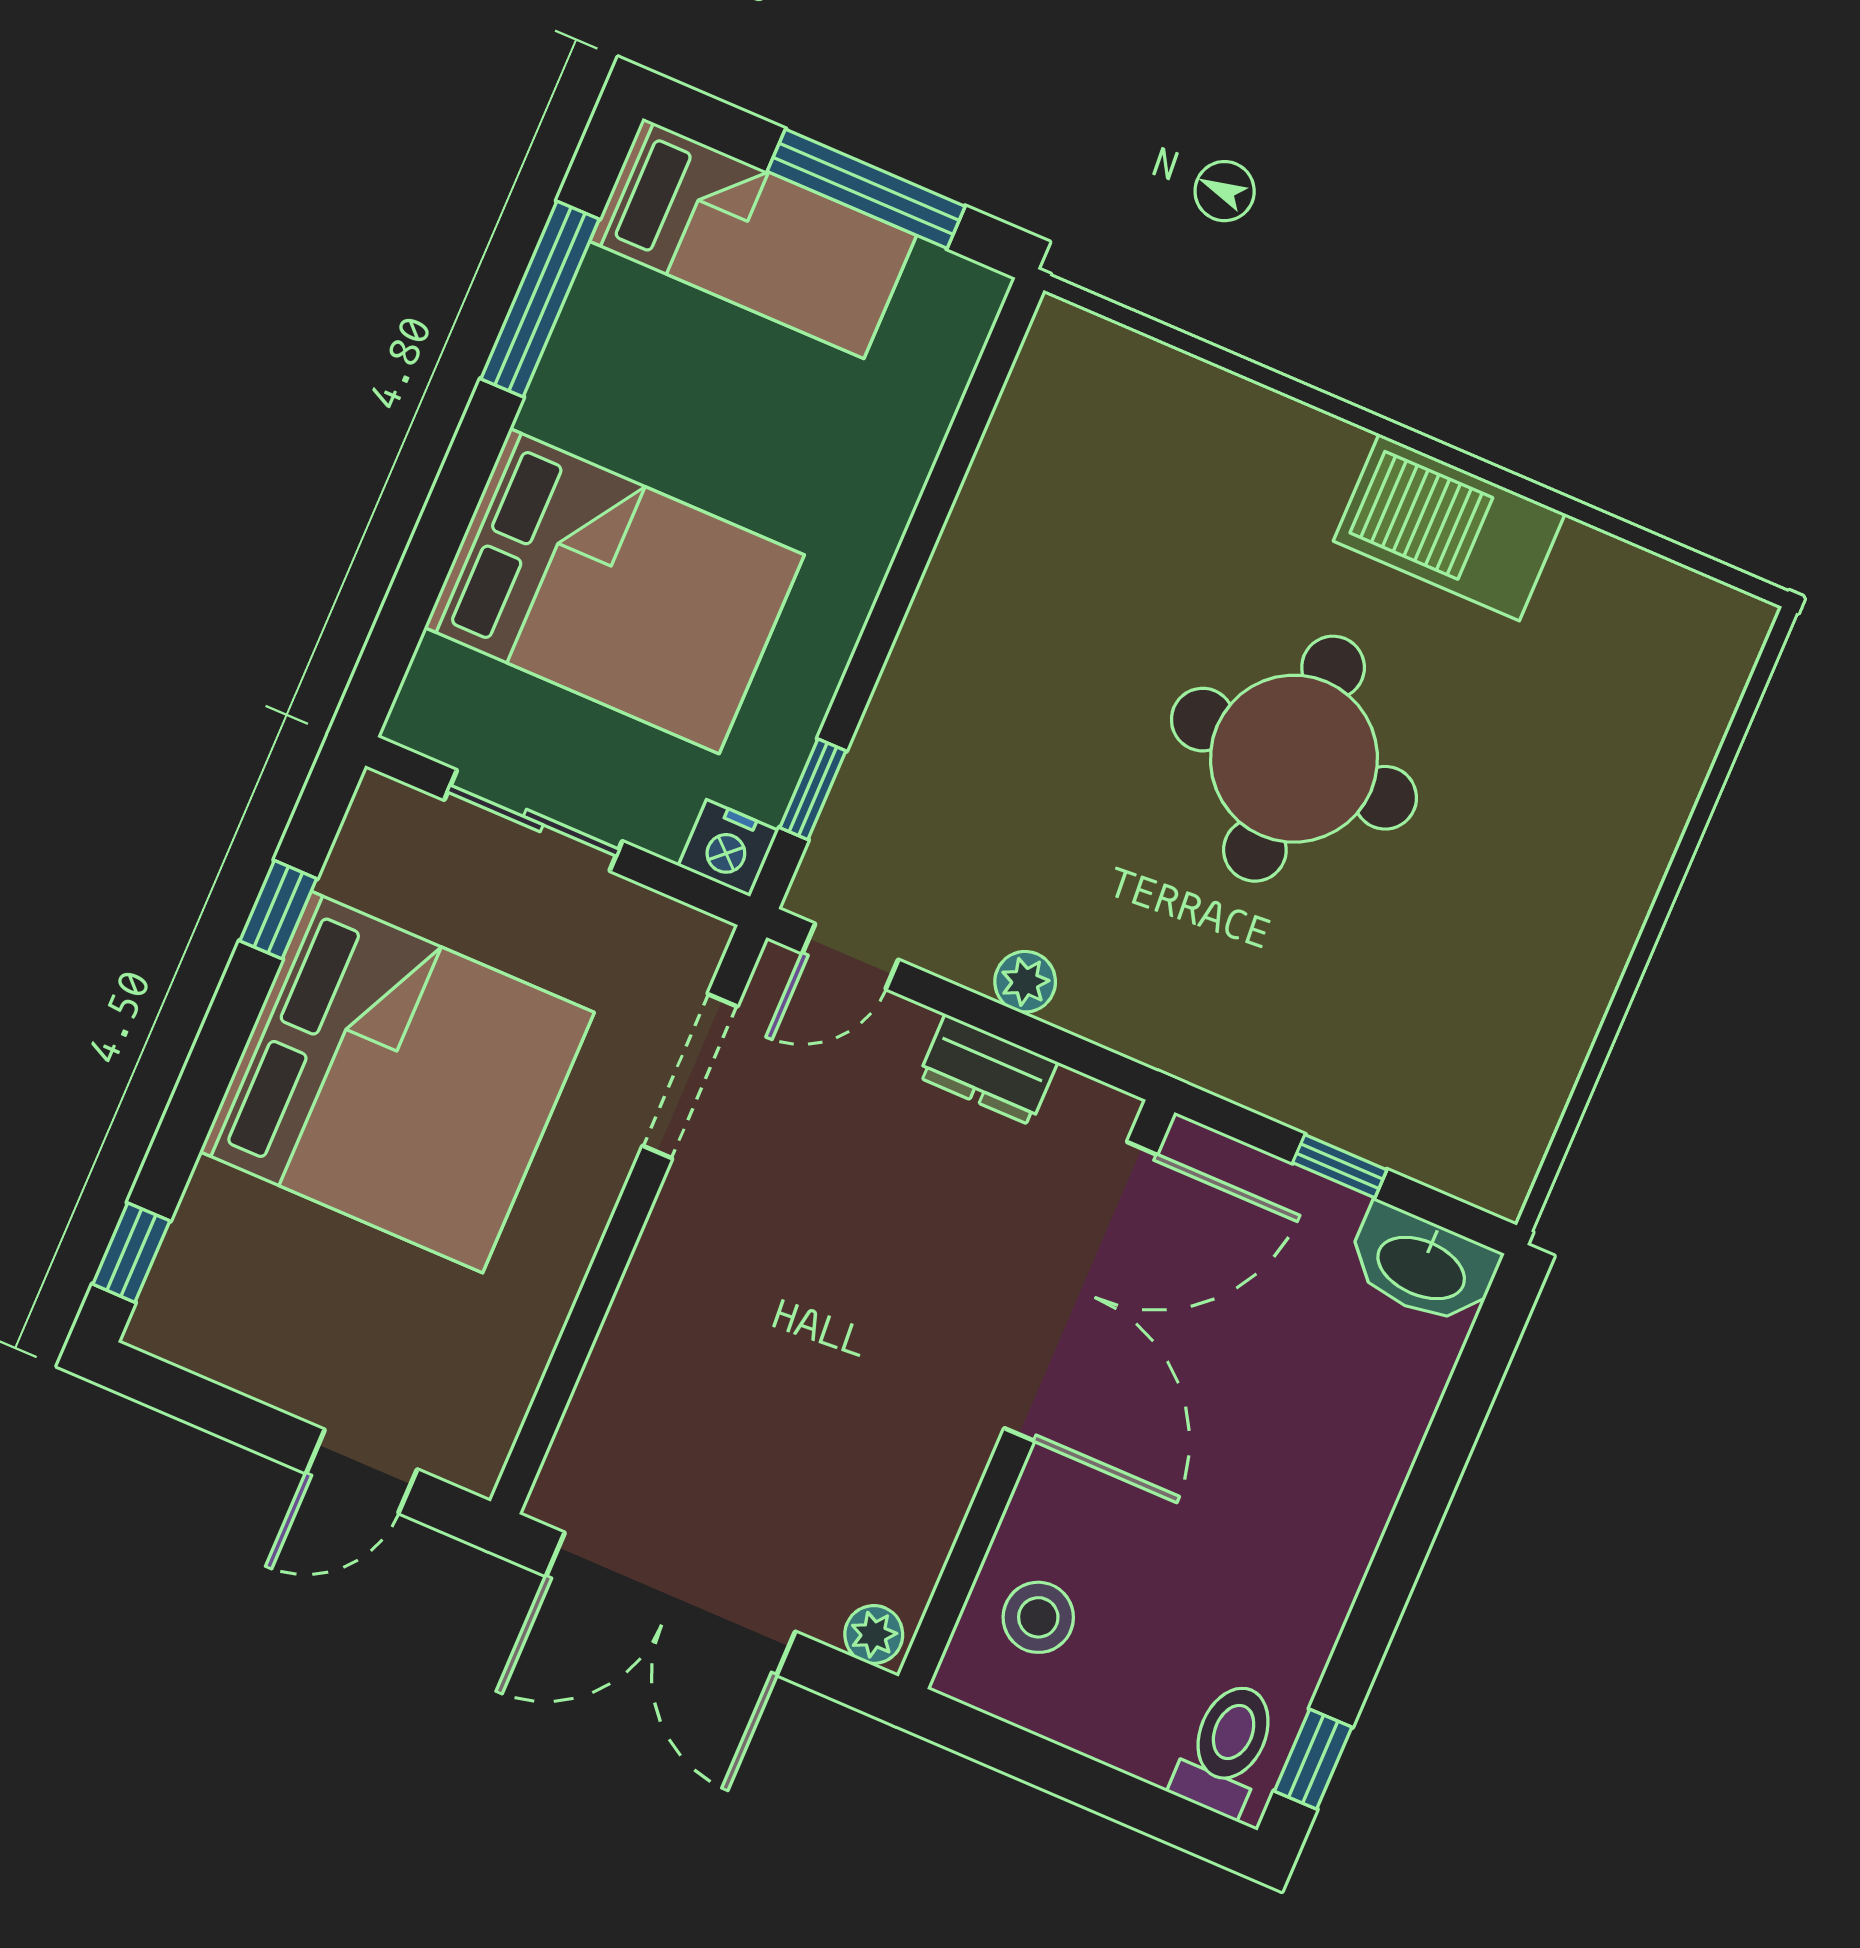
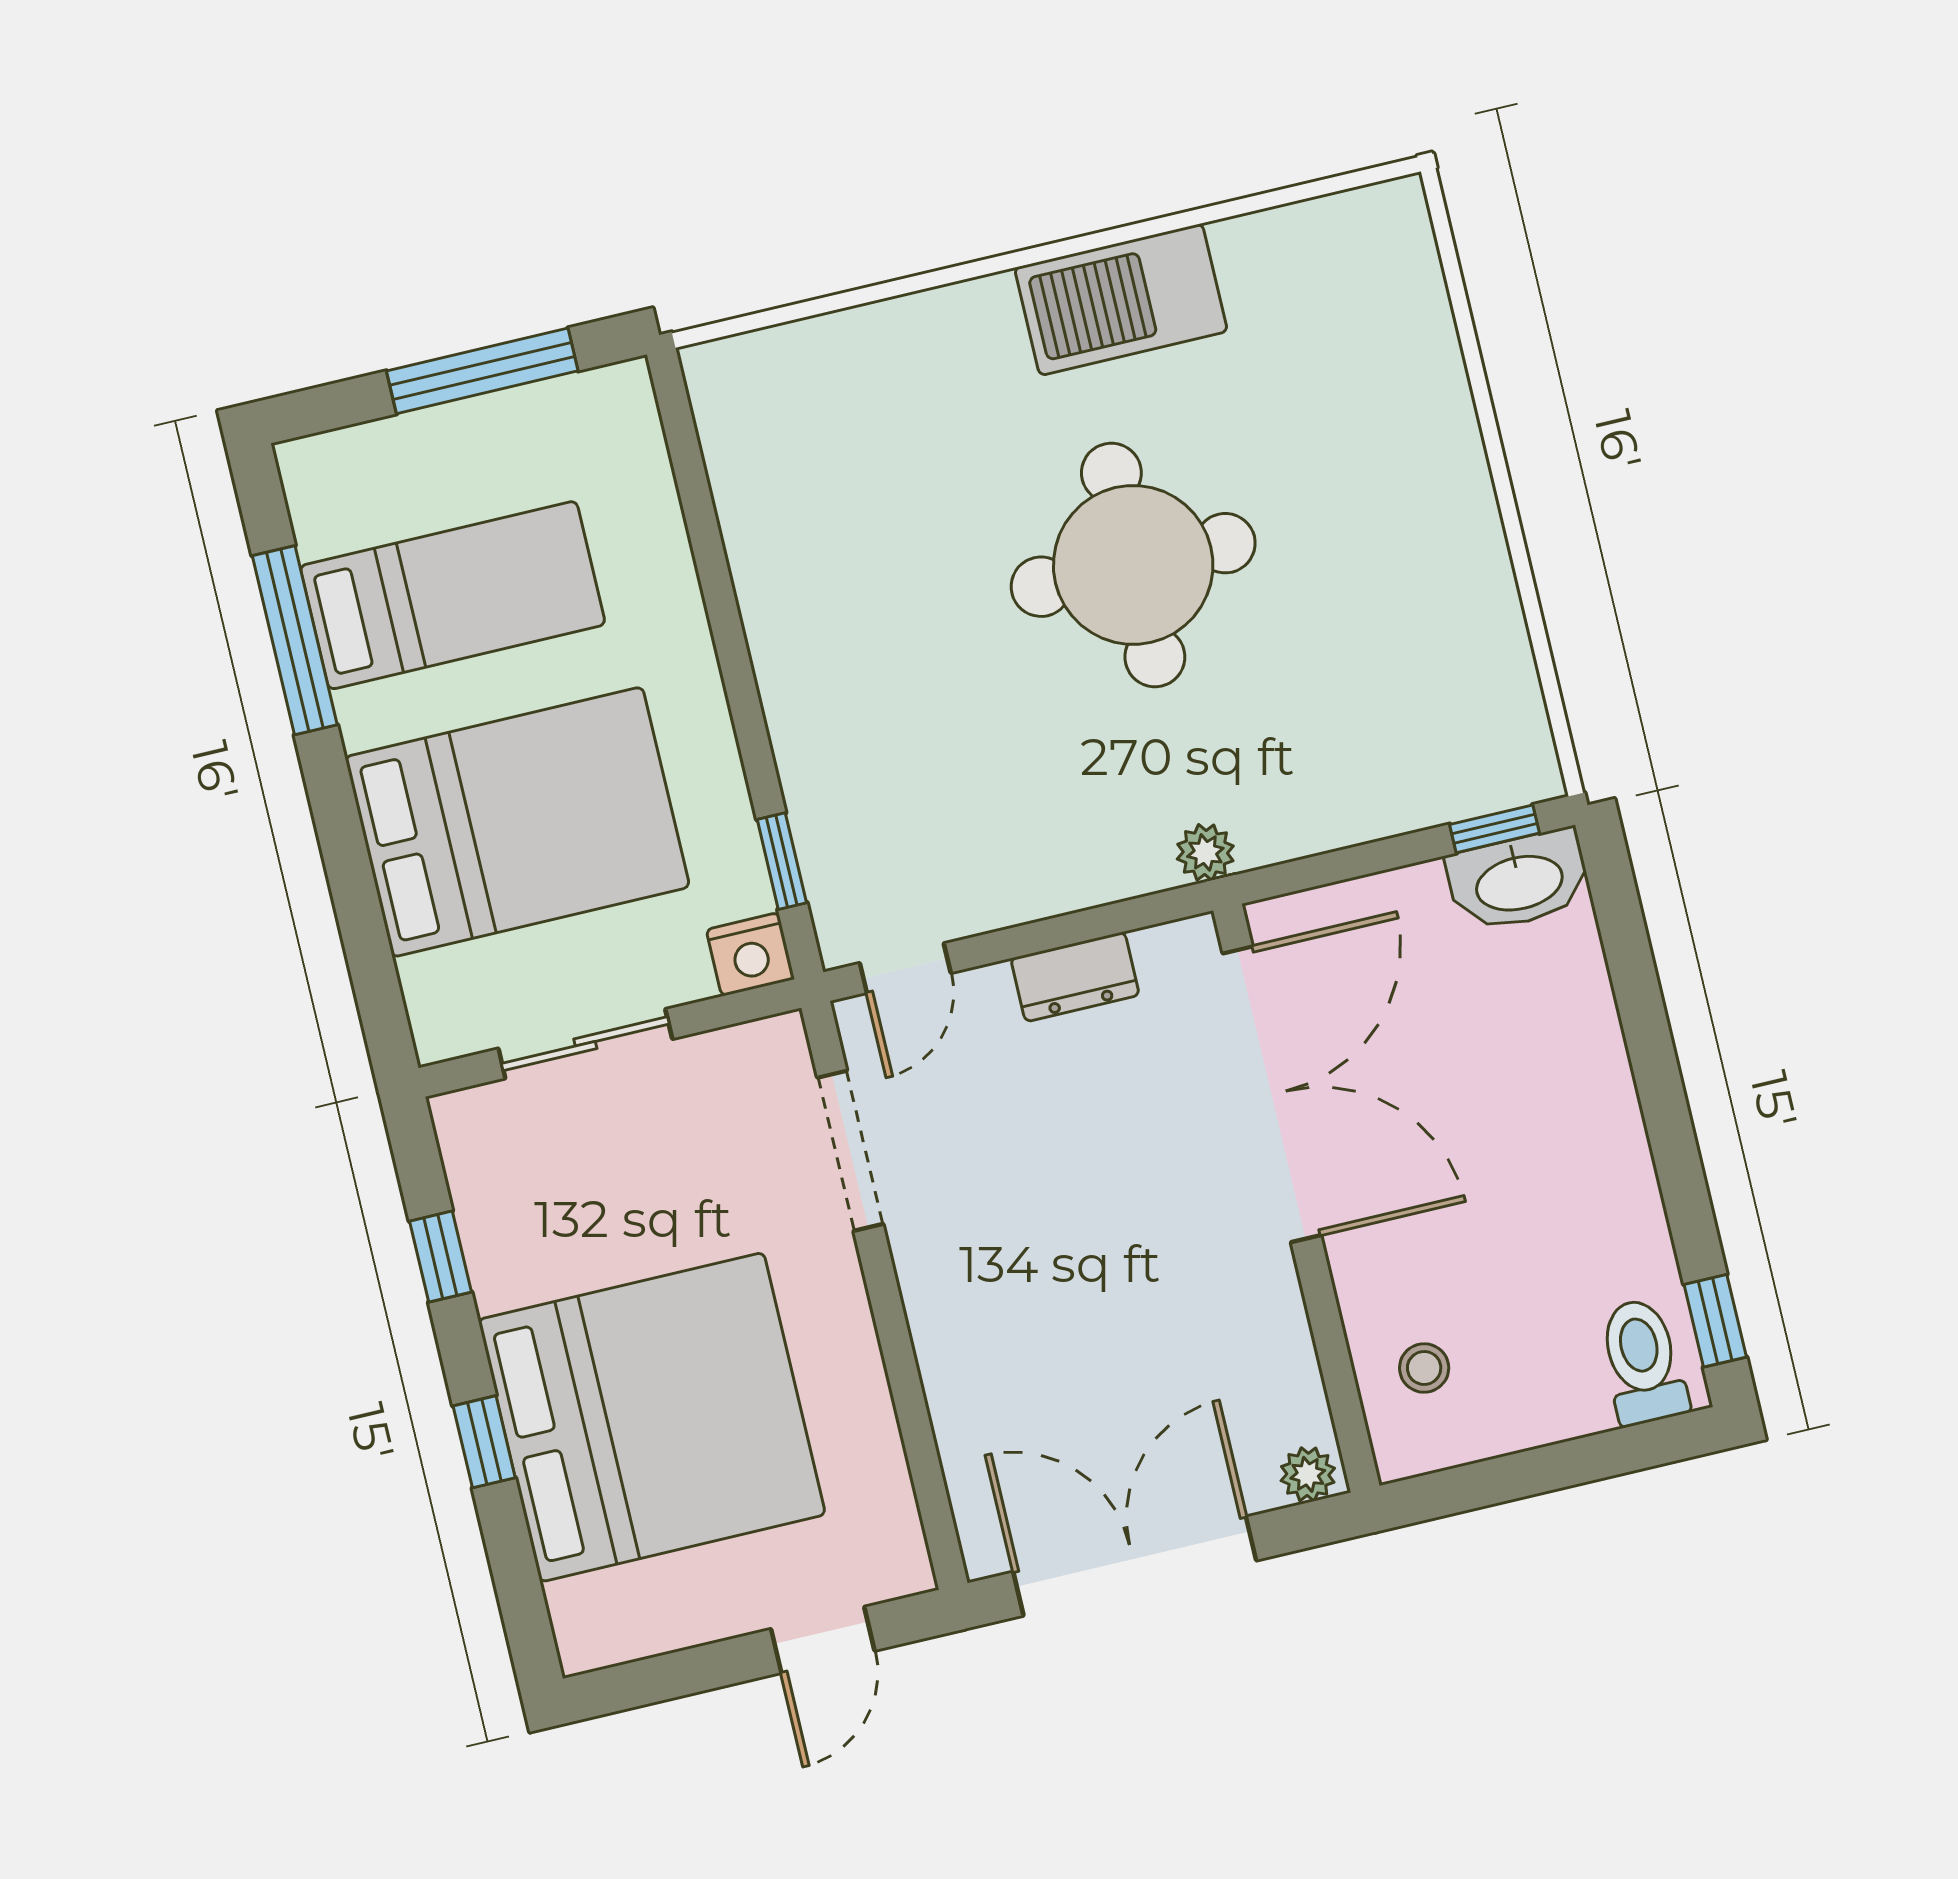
bed: (753, 238) -> (453, 595), moved
plant: (1025, 982) -> (1205, 852), moved
bed: (397, 1082) -> (652, 1417), moved
window: (1340, 1166) -> (1495, 829), moved
window: (131, 1253) -> (484, 1442), moved
double door: (671, 1604) -> (1135, 1566), swing flipped
stool: (1038, 1617) -> (1424, 1368), width x0.73, depth x0.73

